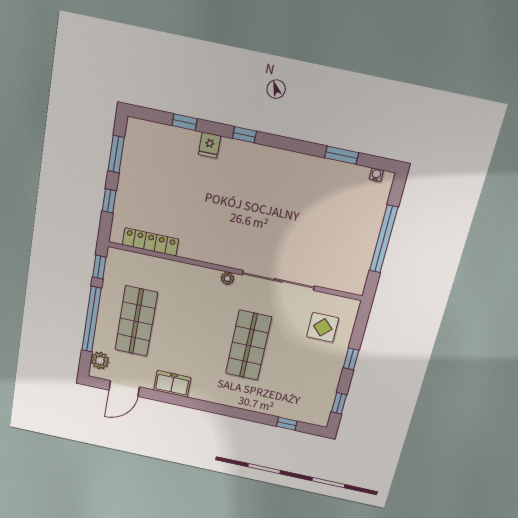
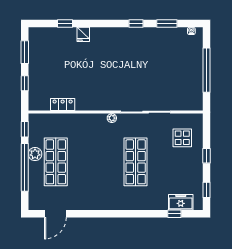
window: (244, 135) -> (136, 23), moved
locker: (150, 242) -> (63, 105), width x0.66
plant: (100, 361) -> (35, 154), moved
freezer: (172, 384) -> (181, 202), moved

